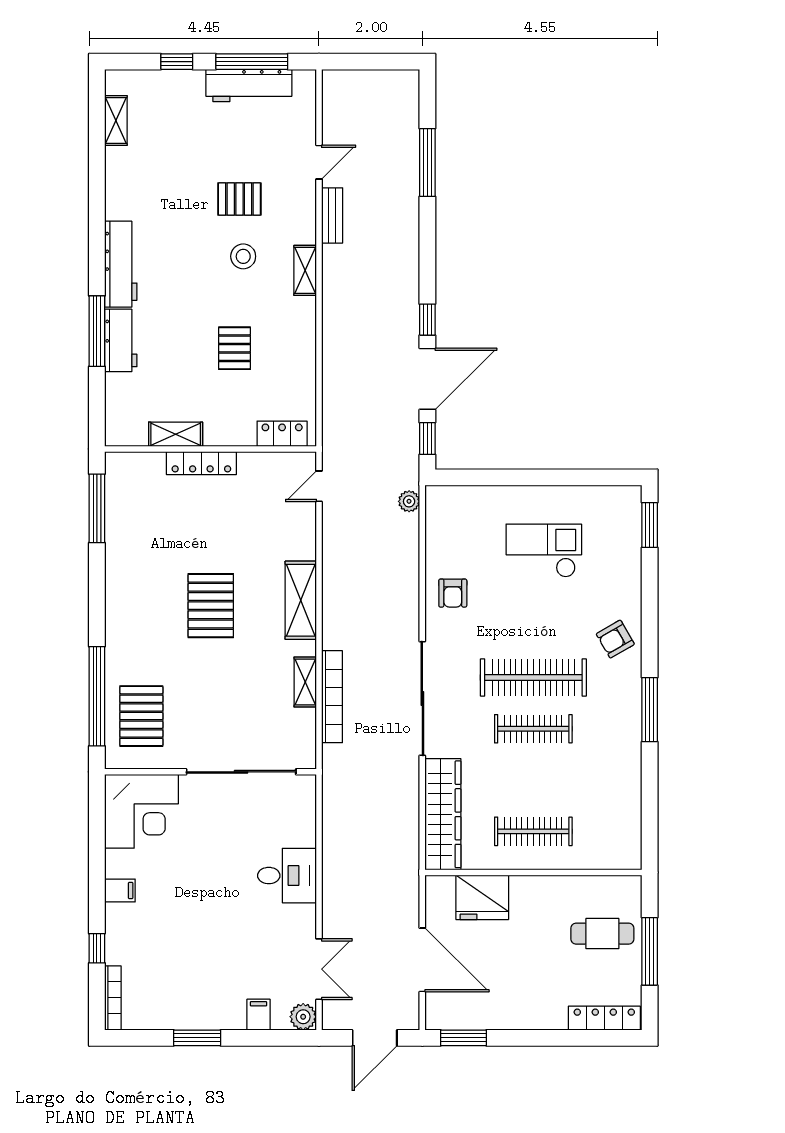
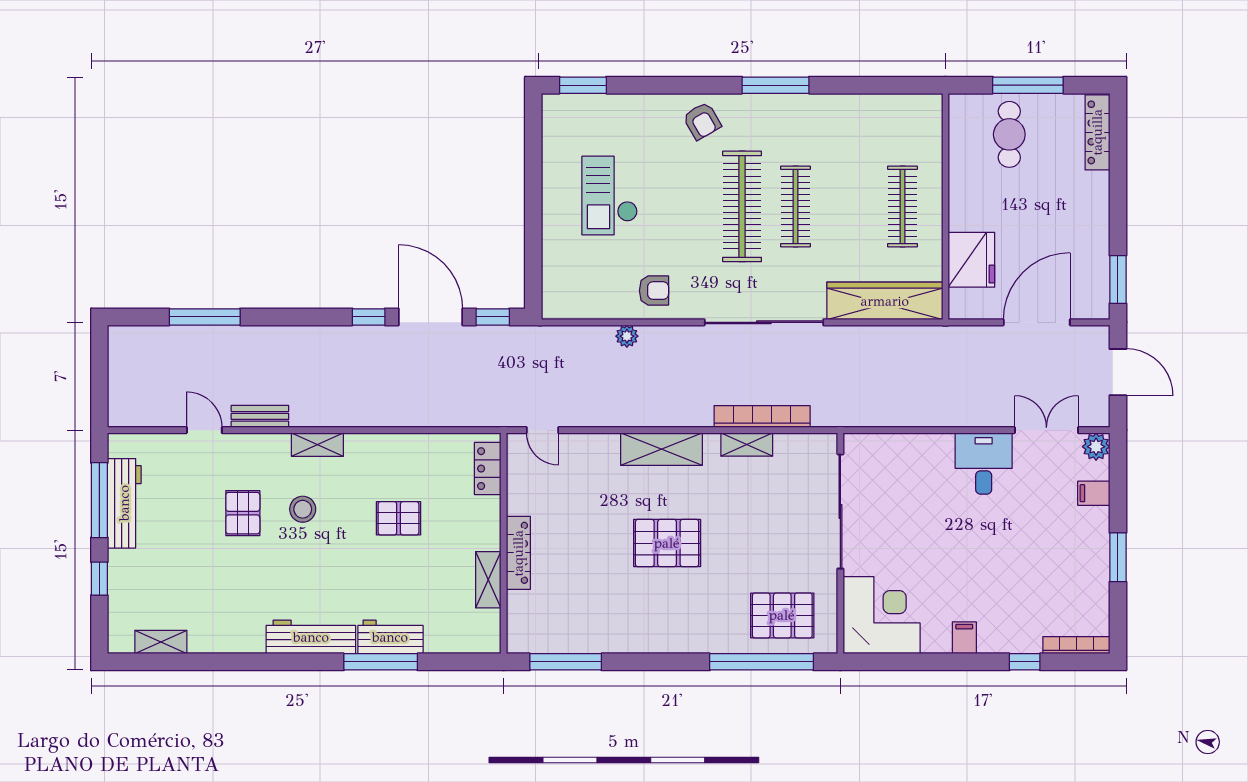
plant: (409, 501) -> (627, 336), moved
desk: (287, 876) -> (984, 463), moved

